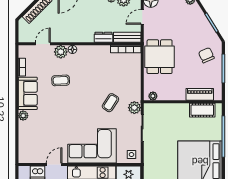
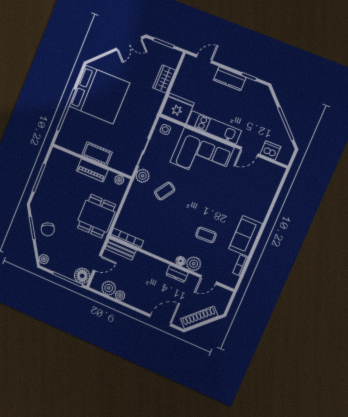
dresser: (103, 37) -> (177, 274), moved
chair: (206, 55) -> (48, 229), moved
piano: (200, 94) -> (92, 170), moved
cot: (202, 110) -> (97, 154), moved
plant: (23, 116) -> (260, 215), removed

